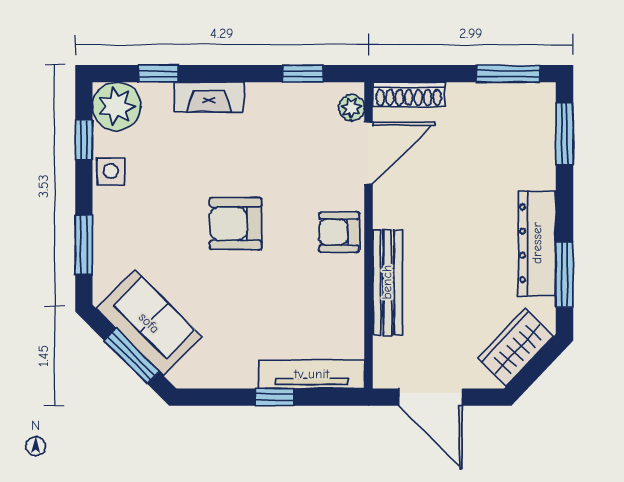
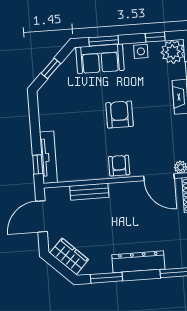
dresser: (537, 243) -> (138, 262), moved
bench: (387, 282) -> (89, 192), width x0.73
sofa: (149, 323) -> (100, 59), moved, turned 45
window: (132, 356) -> (51, 68), width x0.67
window: (275, 397) -> (38, 164), moved

